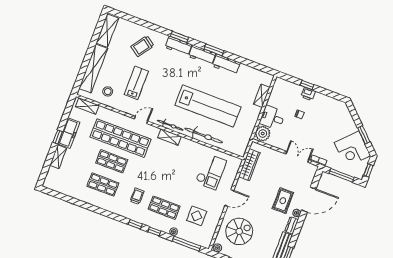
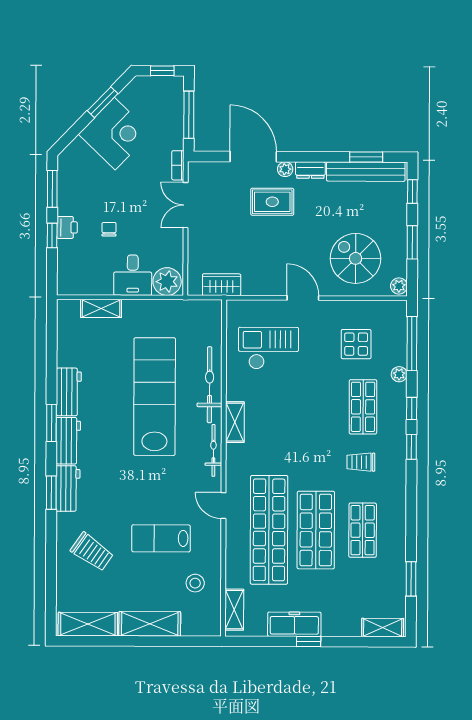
shelving: (93, 68) -> (150, 624), width x0.68
window: (330, 94) -> (52, 189), added
shelving: (170, 137) -> (235, 422), moved
corner desk: (352, 149) -> (115, 134), moved
shelving: (58, 157) -> (383, 628), moved
shop shelf: (112, 161) -> (316, 530), width x1.43, depth x1.36
wardrobe: (249, 165) -> (222, 285), width x0.67
window: (70, 200) -> (411, 579), added

